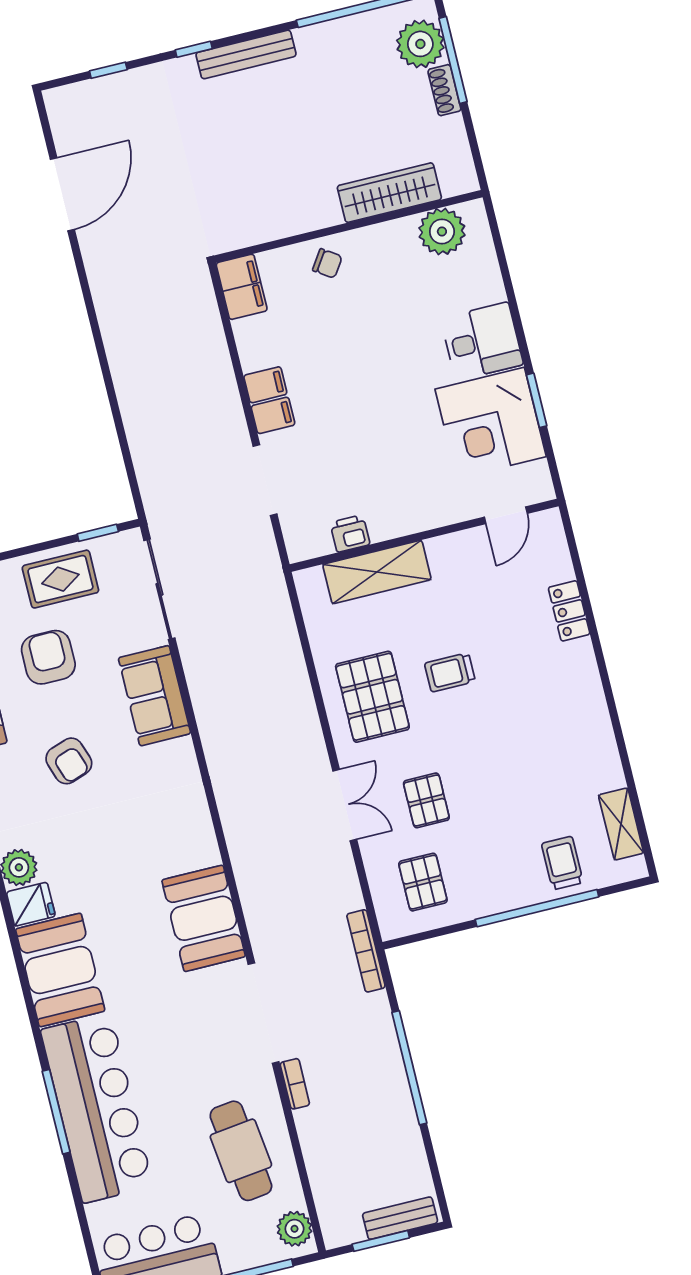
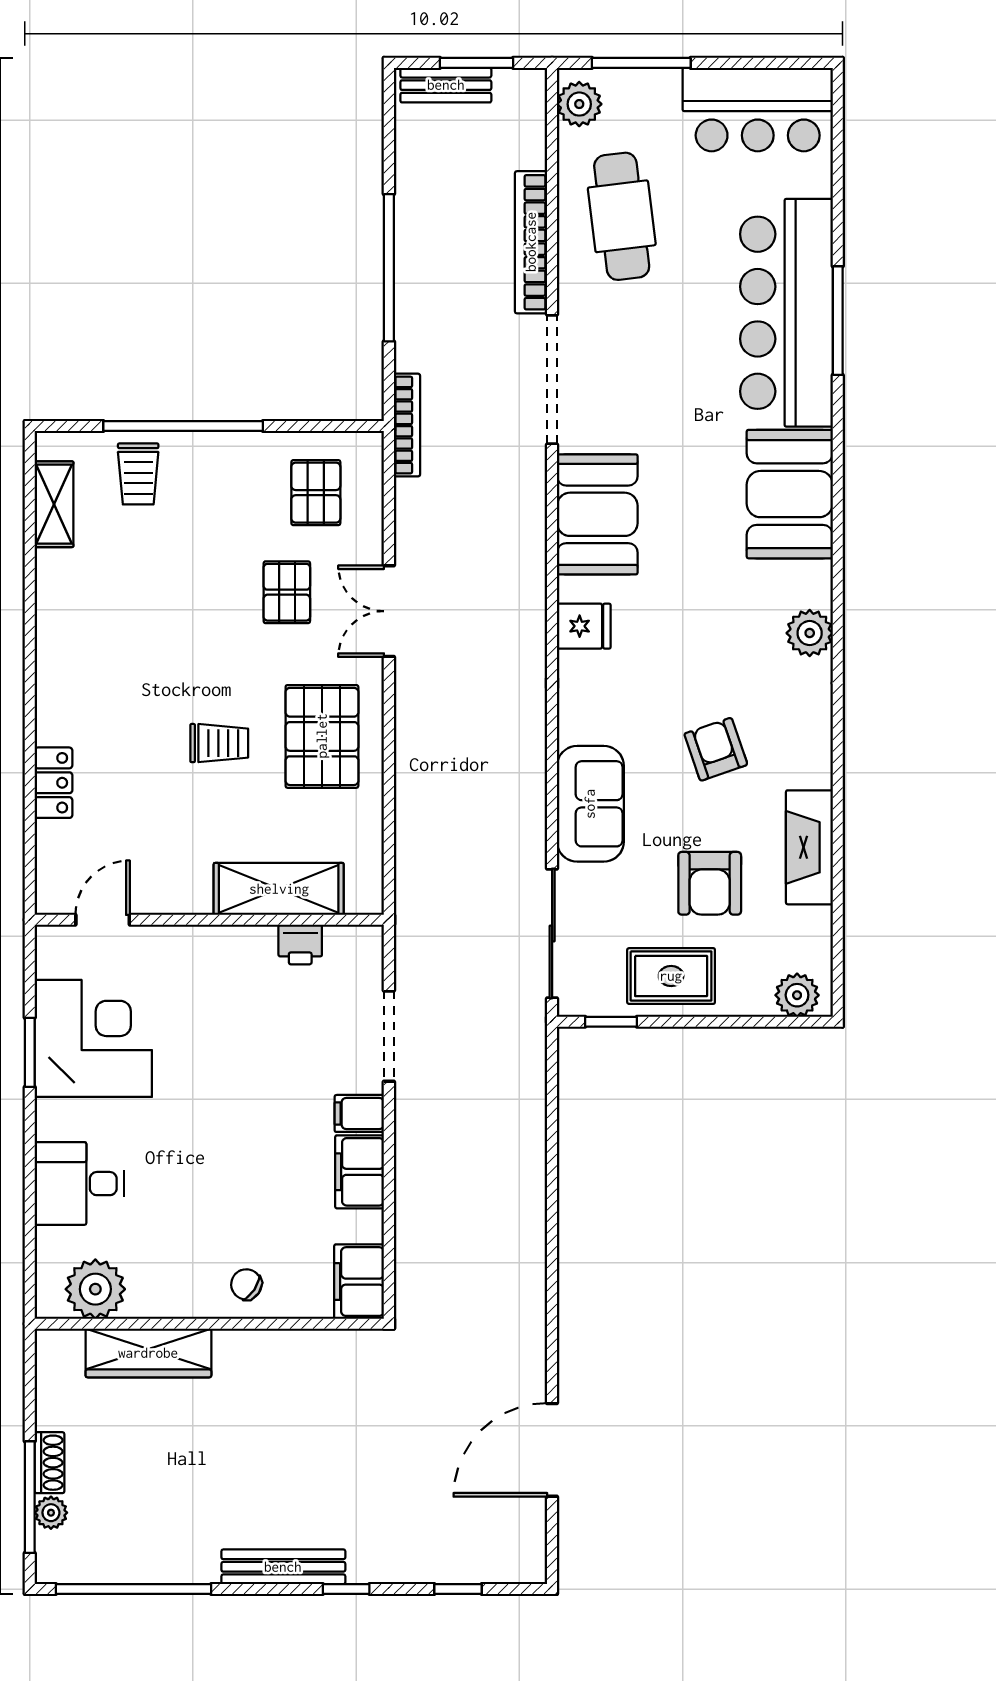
plant: (420, 44) -> (51, 1513), width x0.53, depth x0.53
desk: (482, 341) -> (79, 1184), moved
filing cabinet: (265, 385) -> (360, 1172), width x2.00
fridge: (31, 904) -> (584, 626), moved, turned 180
bookcase: (295, 1084) -> (531, 242), width x2.31, depth x1.31

